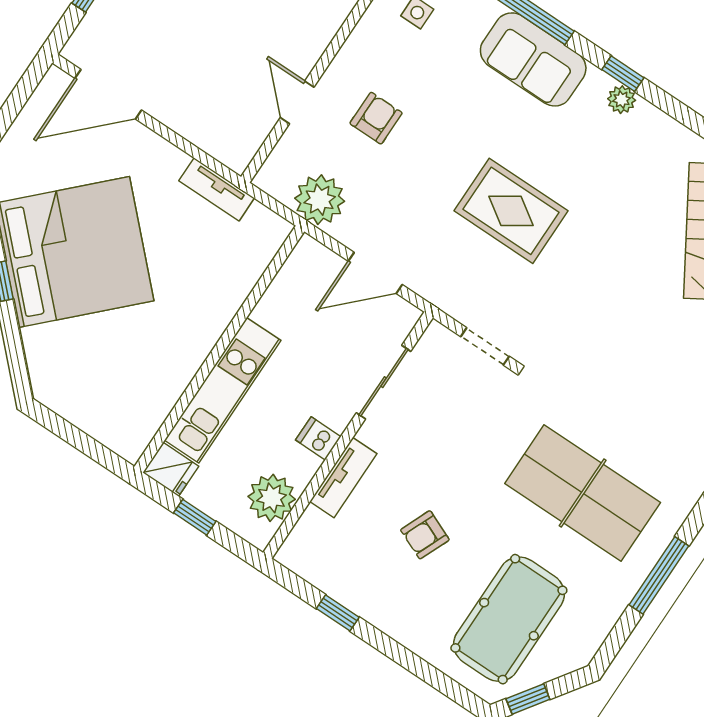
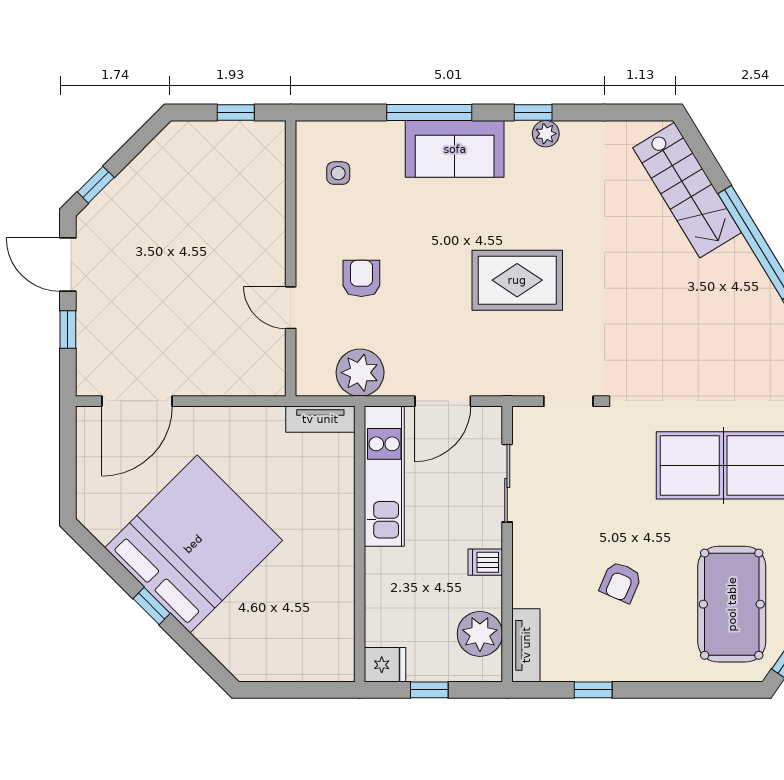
tv unit: (217, 189) -> (320, 419), moved
kitchen unit: (223, 390) -> (384, 476), moved
tv unit: (343, 478) -> (526, 645), moved

